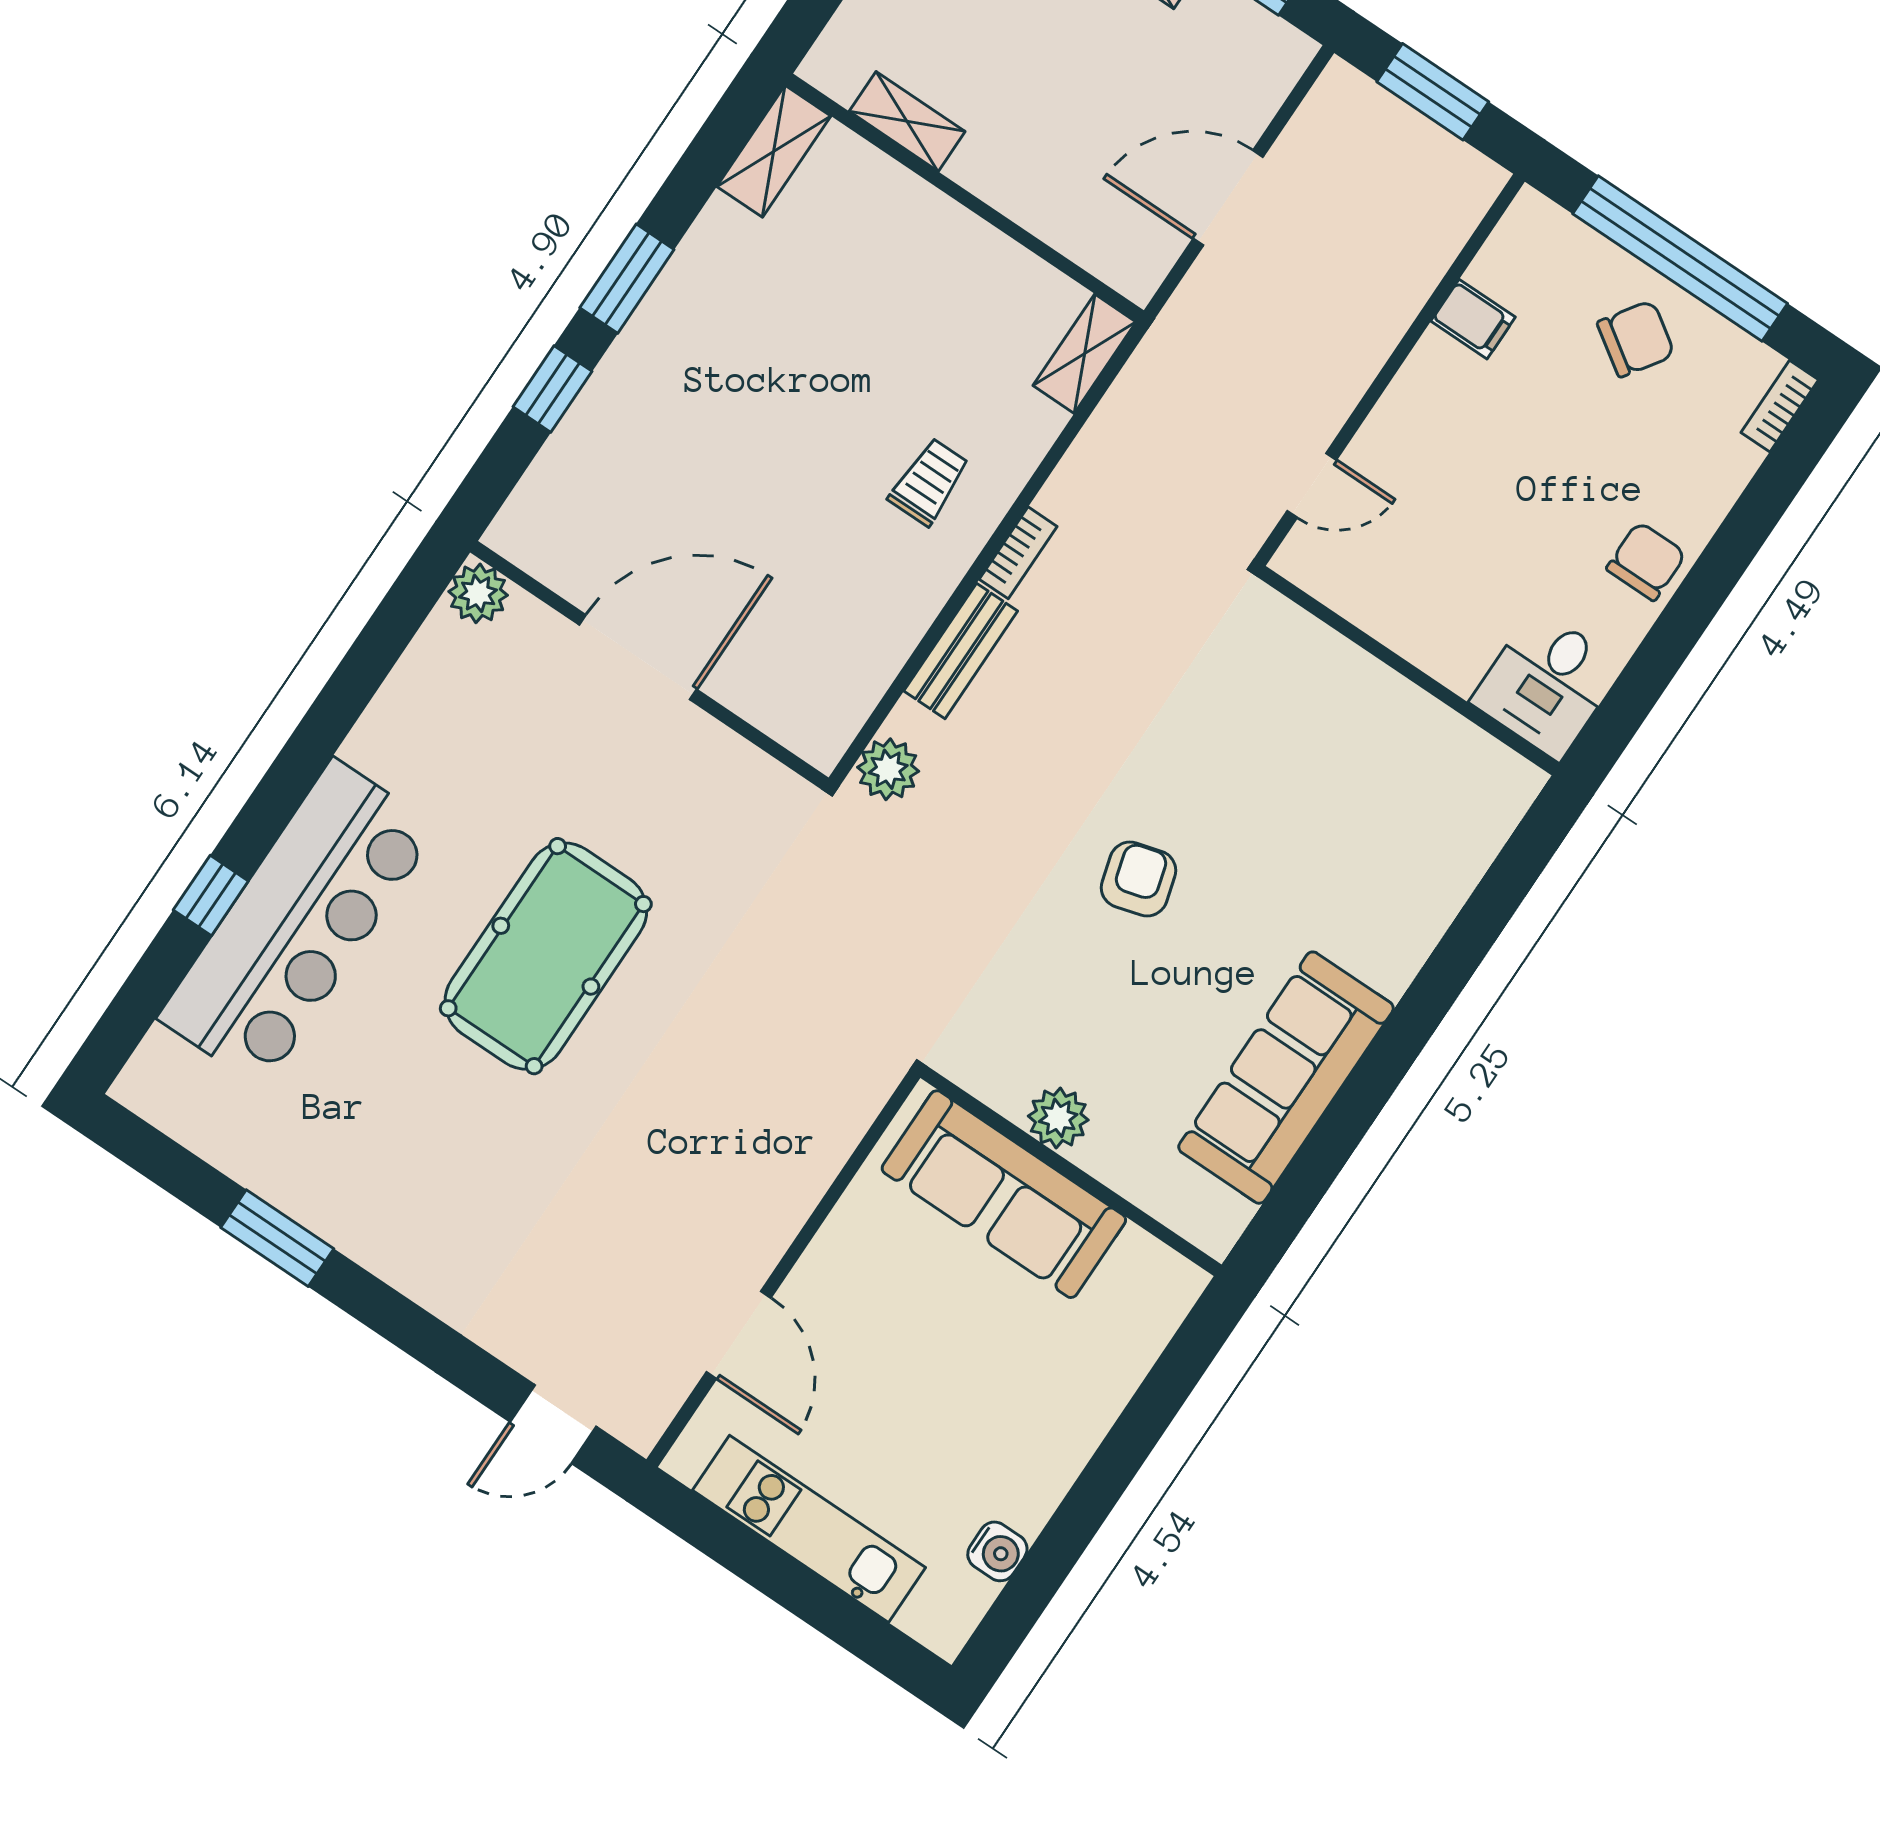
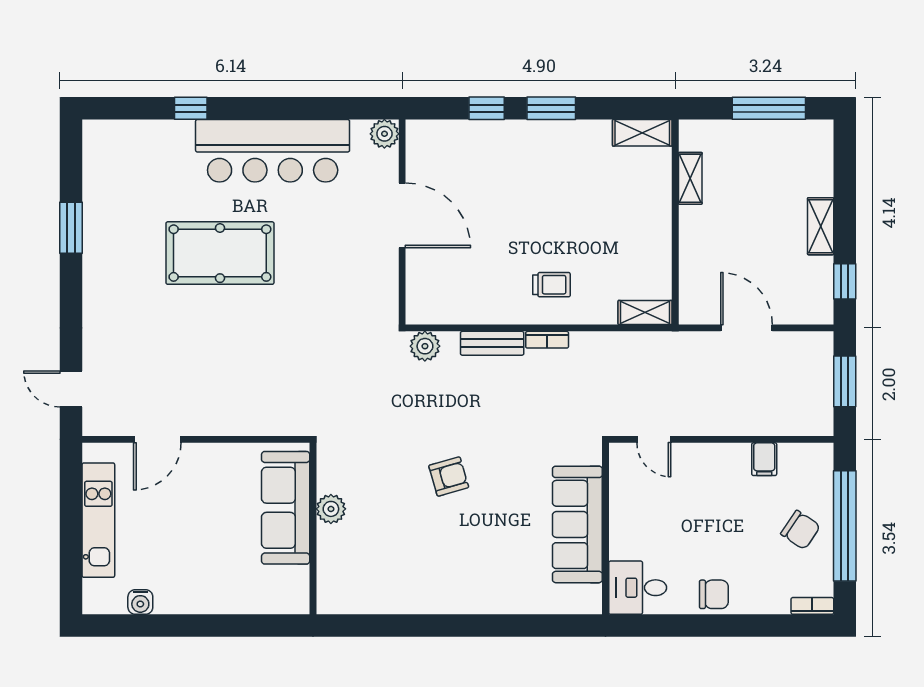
bar counter: (298, 923) -> (273, 151), moved
pool table: (546, 956) -> (220, 253), moved
sofa: (1286, 1078) -> (577, 524), moved, turned -90

